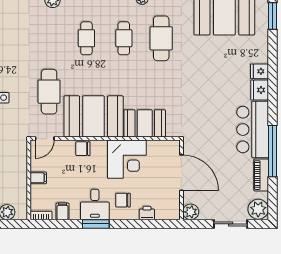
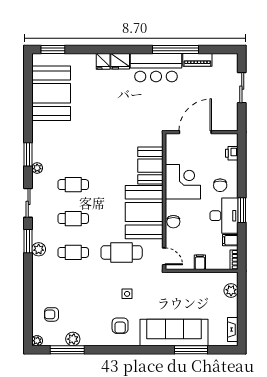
cafe table: (161, 38) -> (73, 252), moved, width x0.73, depth x0.74
desk: (95, 204) -> (224, 216), width x1.37
plant: (258, 209) -> (228, 62), removed
plant: (191, 212) -> (231, 124), removed
printer: (147, 213) -> (232, 153), moved

